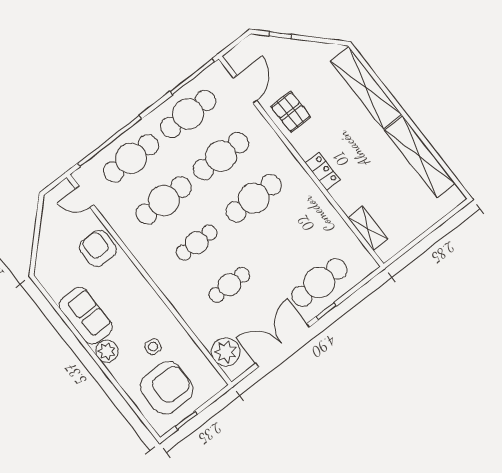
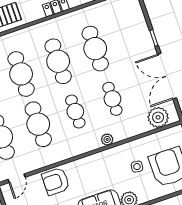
cafe table: (319, 283) -> (95, 49), moved
plant: (175, 296) -> (107, 139), added

